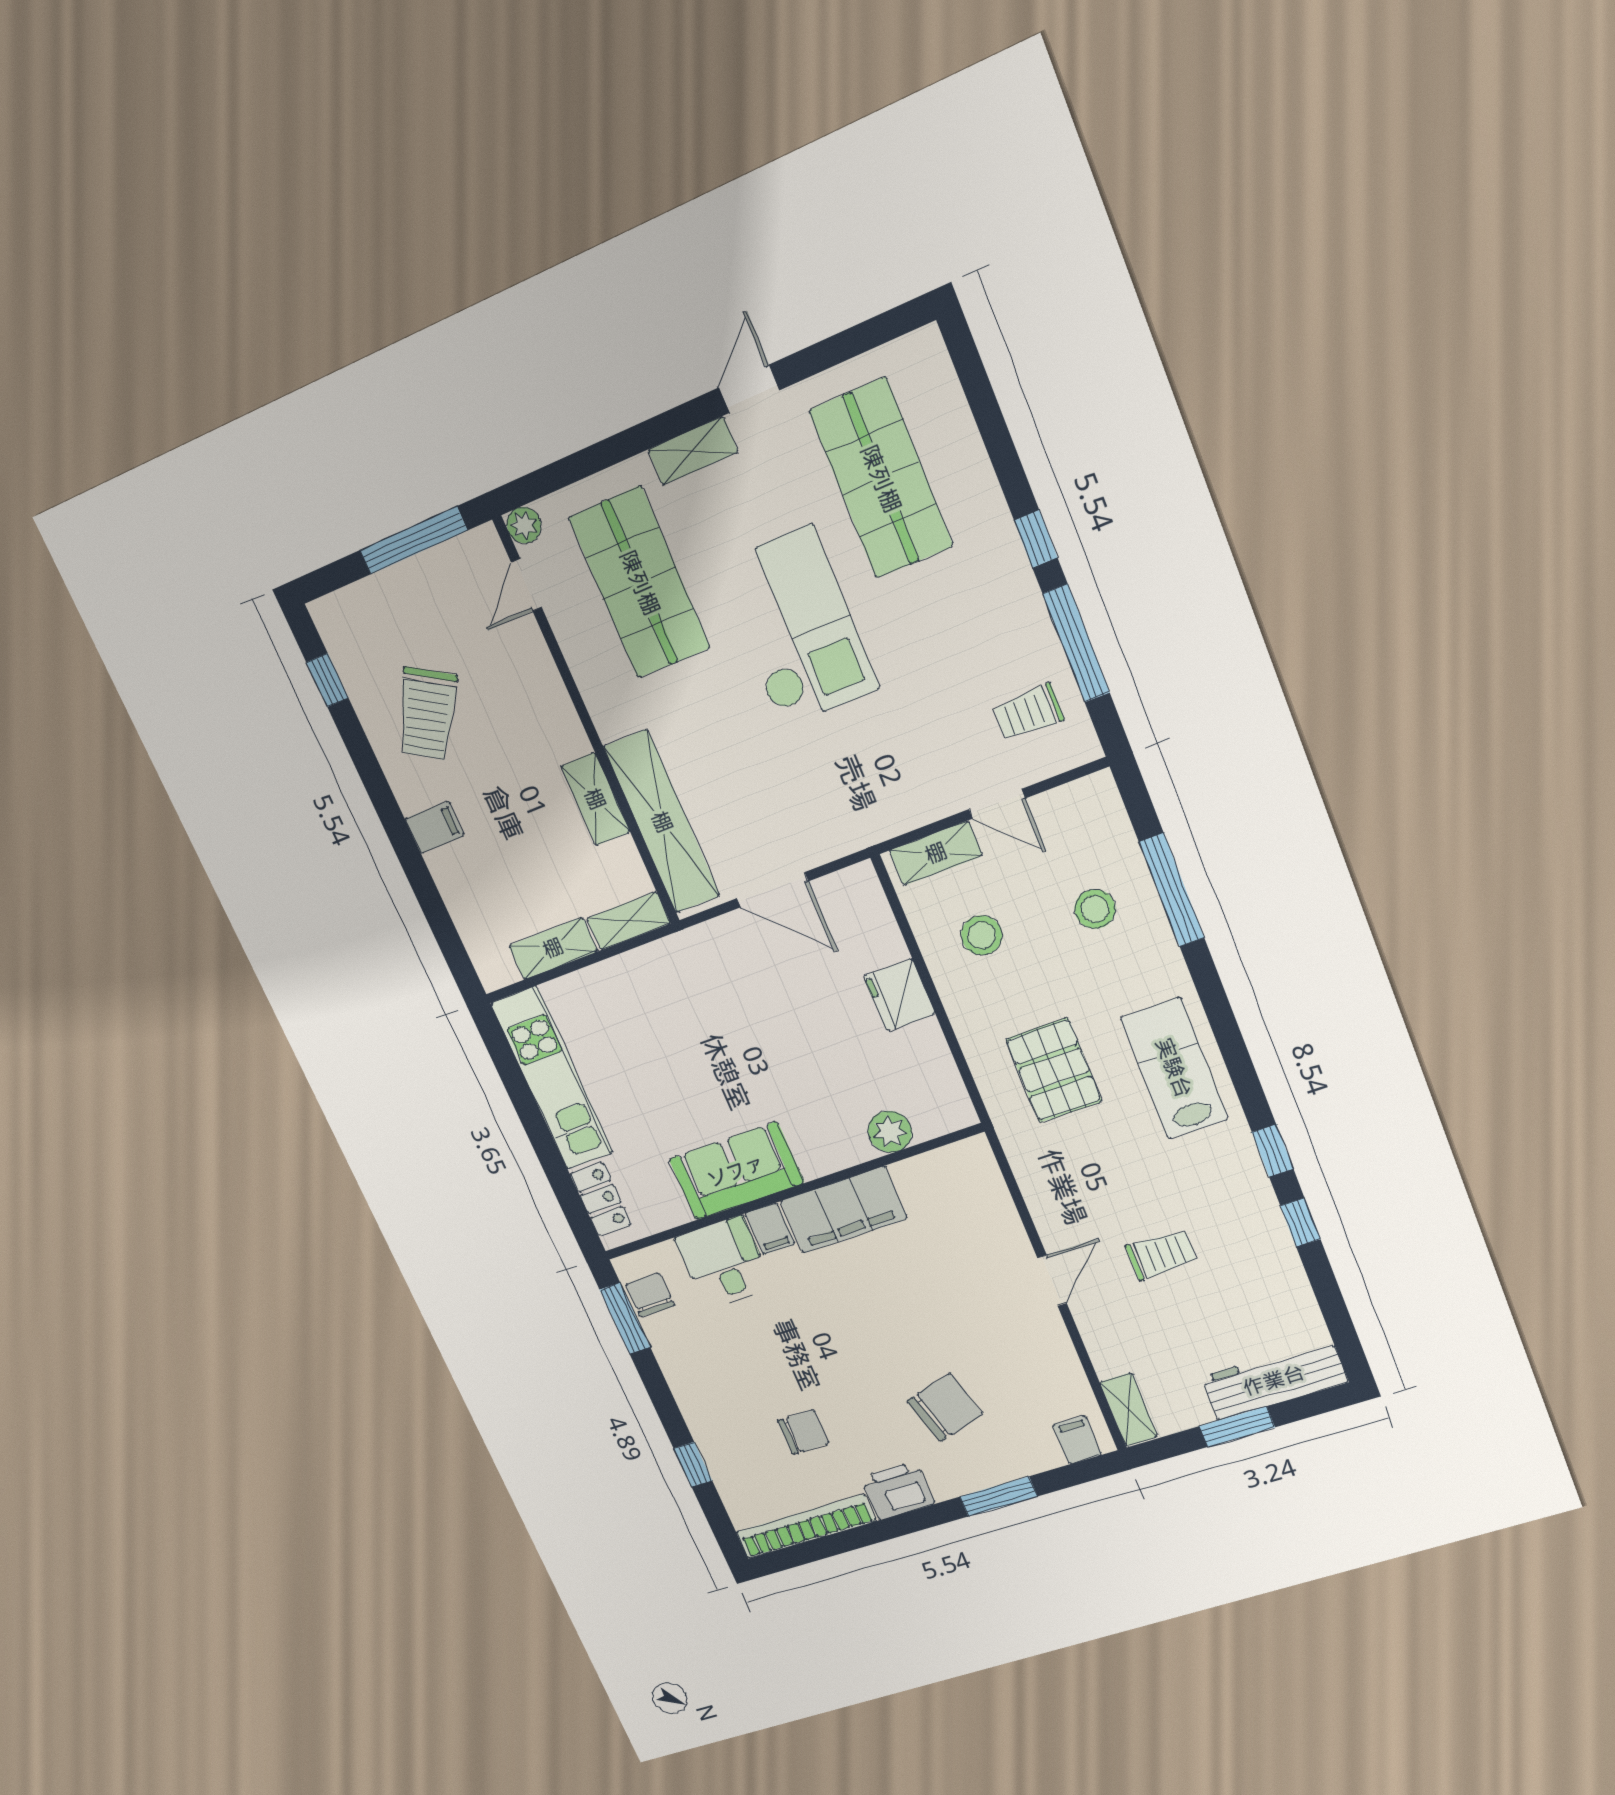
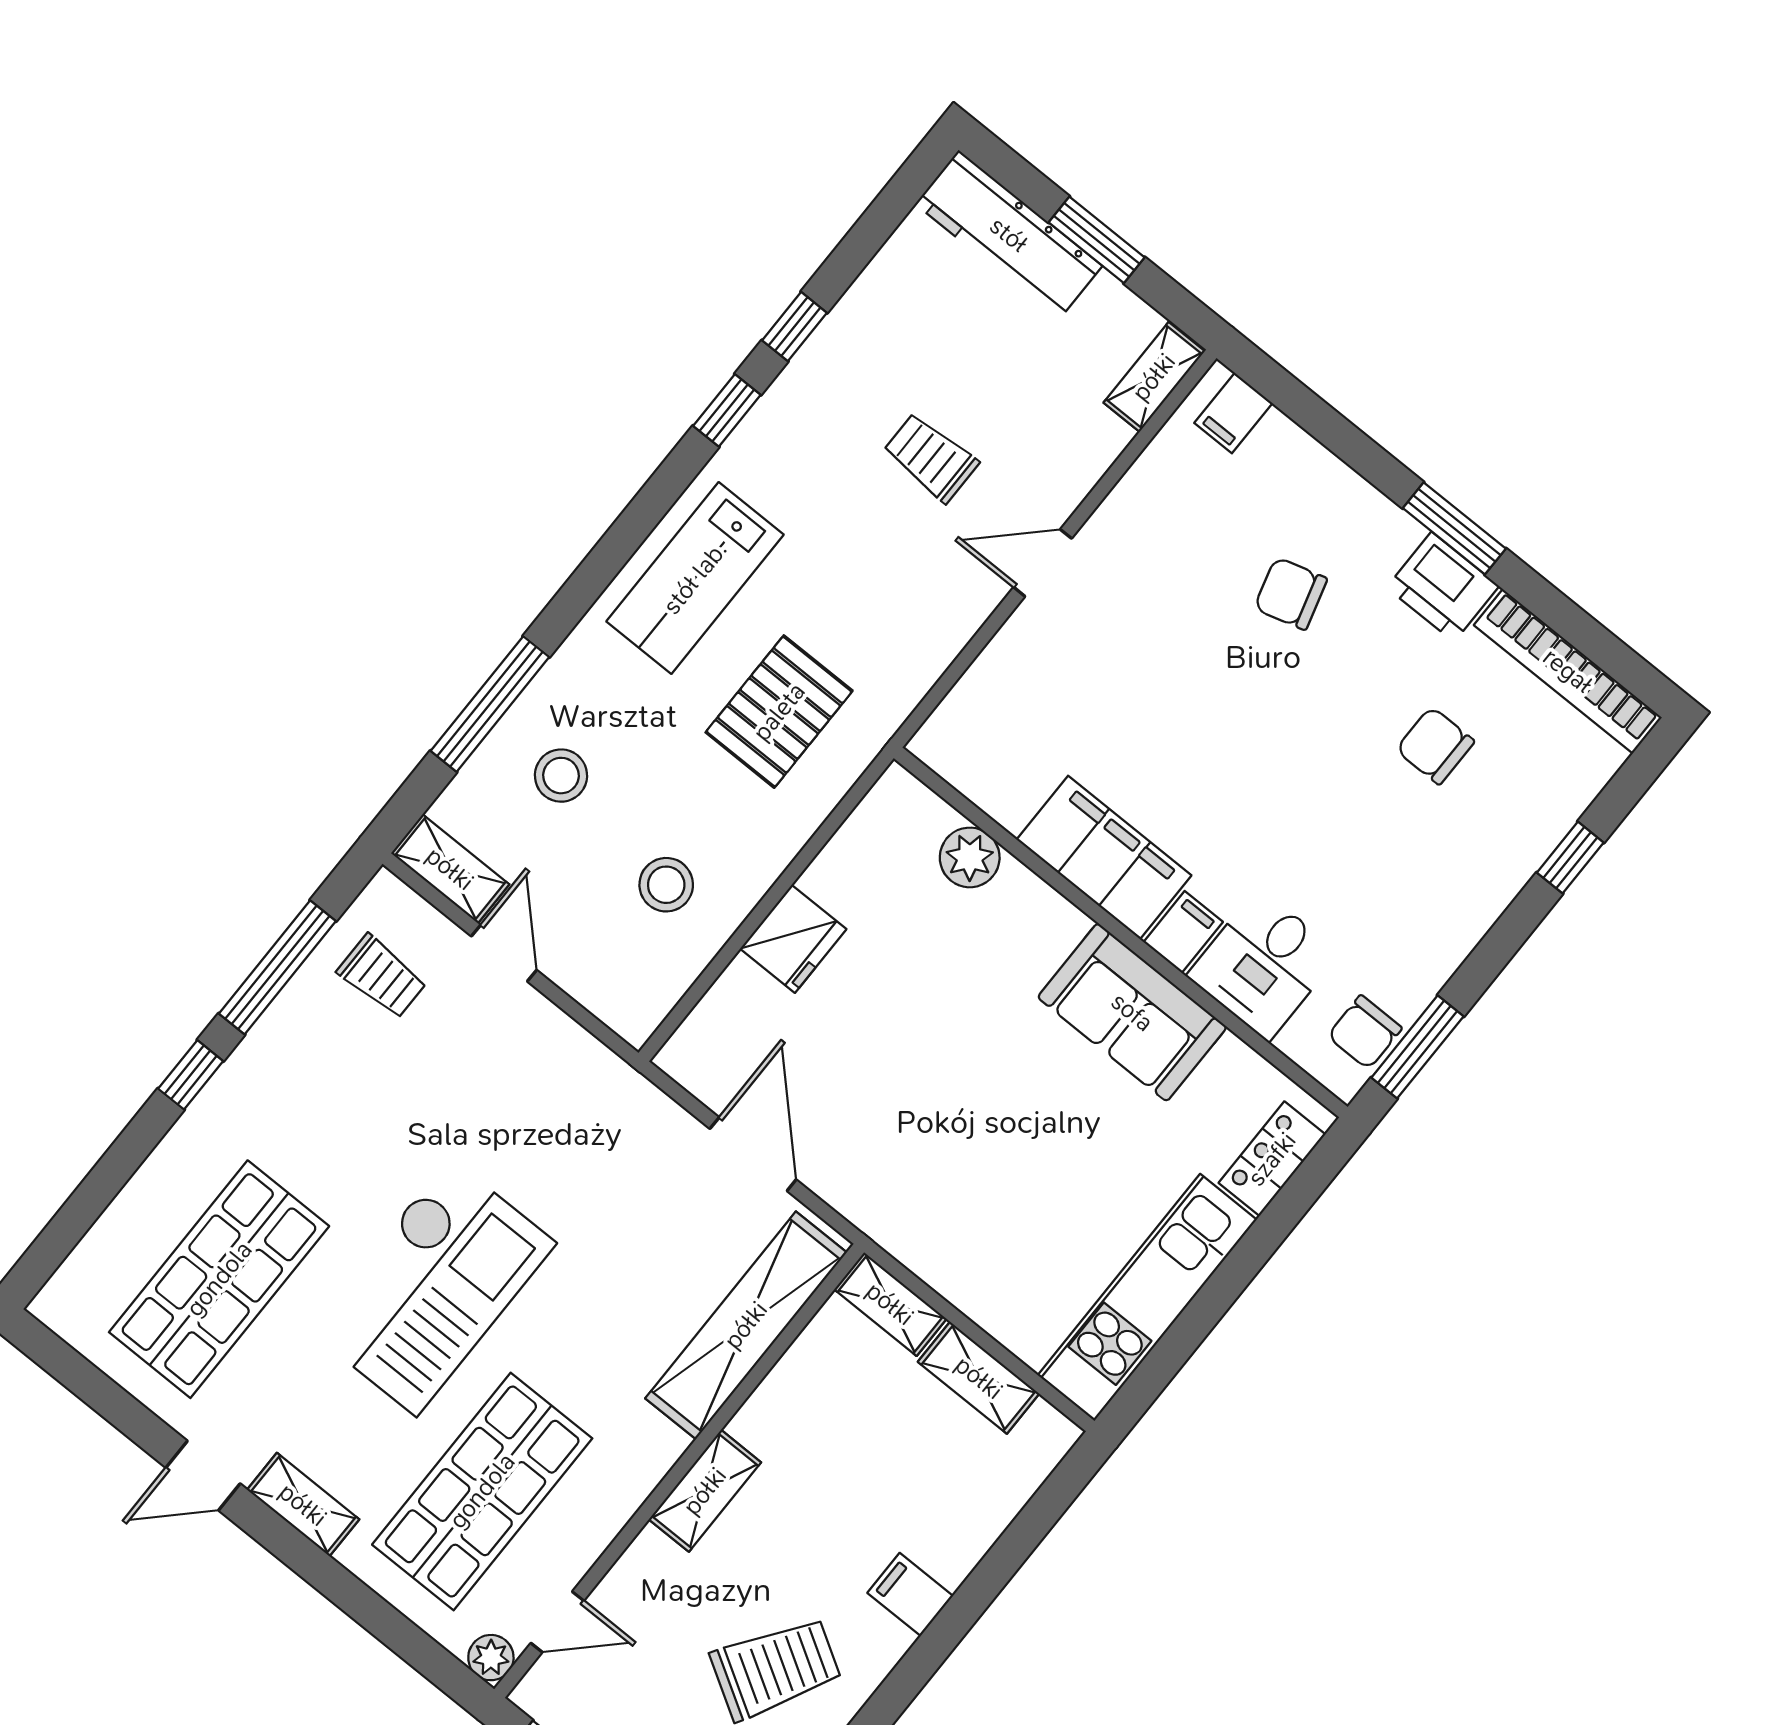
checkout: (797, 627) -> (432, 1287), turned 180
shelving: (595, 799) -> (705, 1491), moved
shelving: (936, 853) -> (450, 869), moved
chair: (945, 1407) -> (1291, 594), width x0.73, depth x0.73
window: (999, 1497) -> (1454, 528), moved

